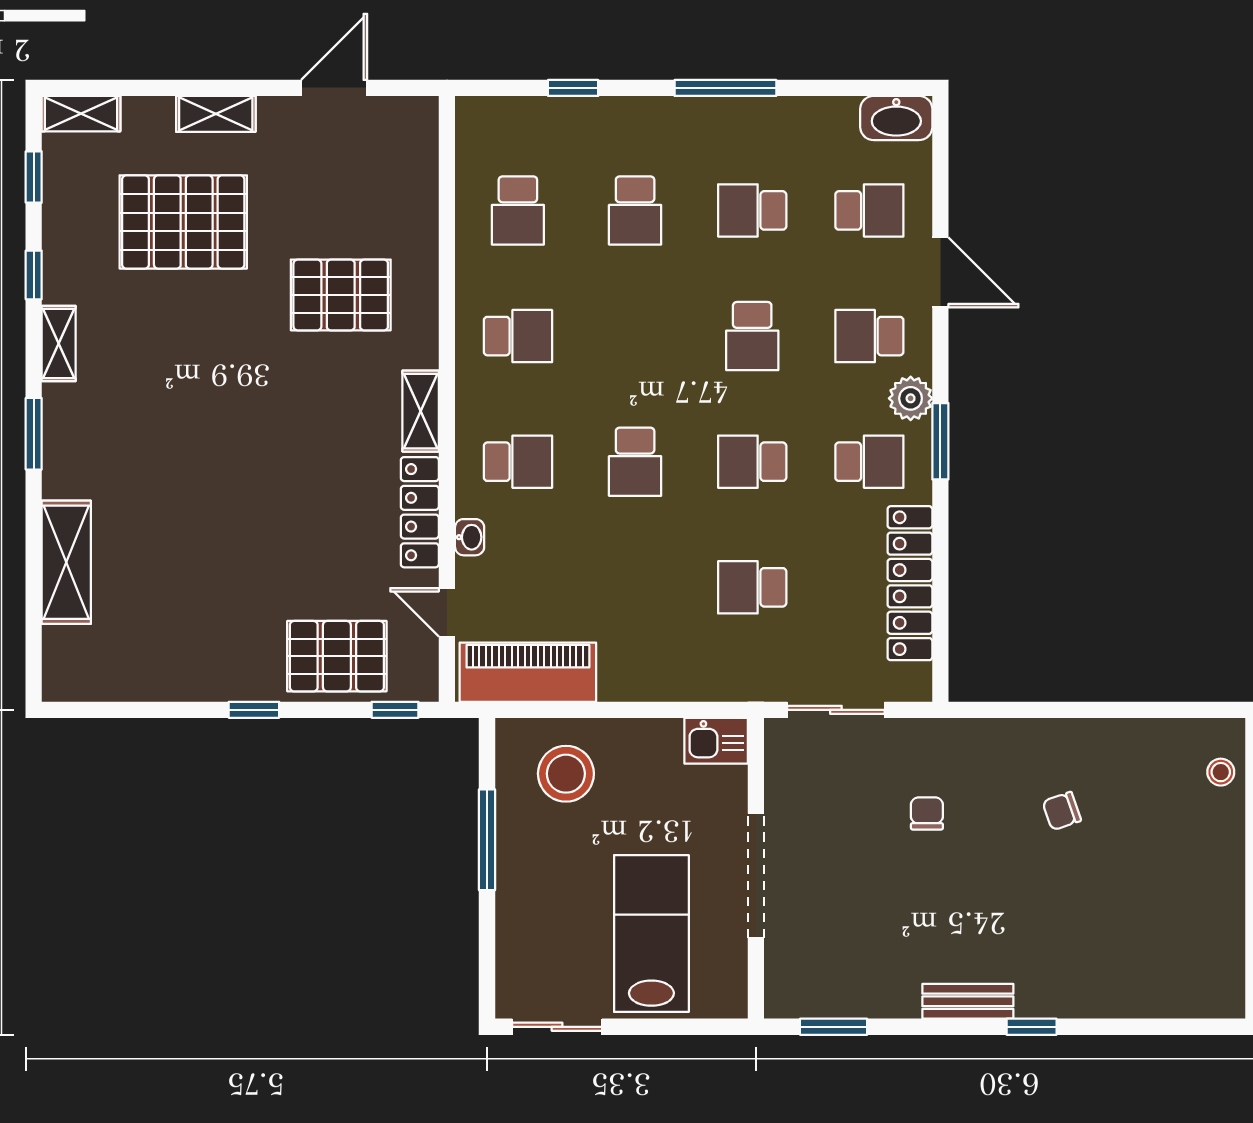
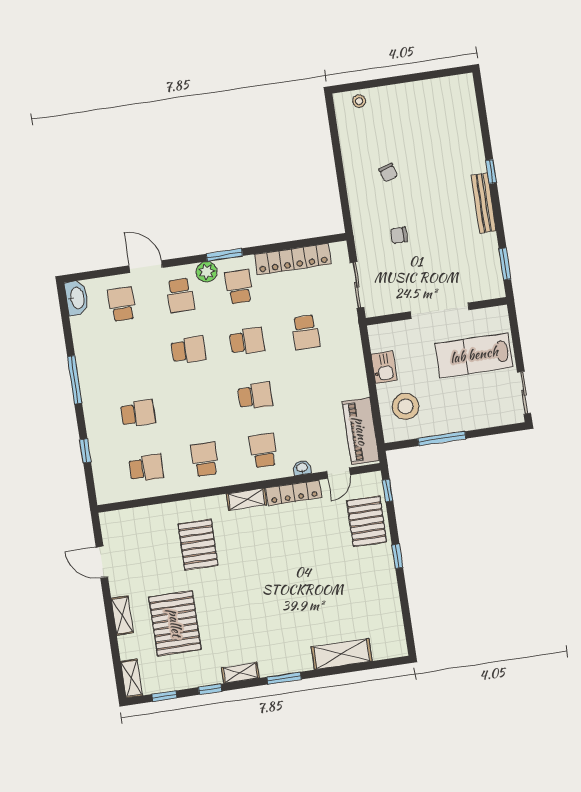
school desk: (752, 210) -> (130, 359), removed
door: (940, 272) -> (146, 267), hinge flipped
school desk: (752, 462) -> (247, 341), turned -90
kitchen sink: (716, 741) -> (384, 367), moved
bench: (968, 1001) -> (484, 203), width x1.36

